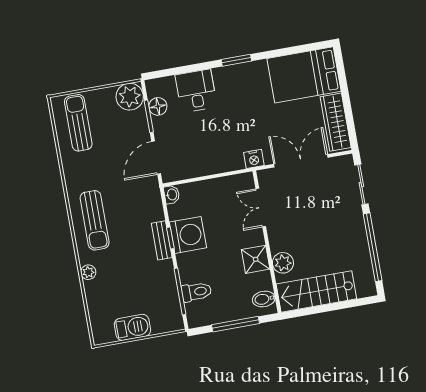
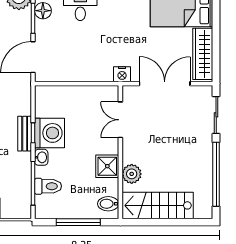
washbasin: (172, 195) -> (41, 157), moved

